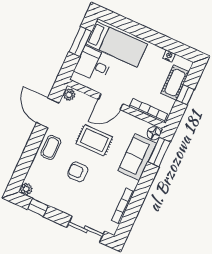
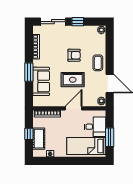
floor lamp: (154, 133) -> (38, 101), removed
window: (159, 152) -> (29, 72), moved
window: (38, 208) -> (78, 22), moved

